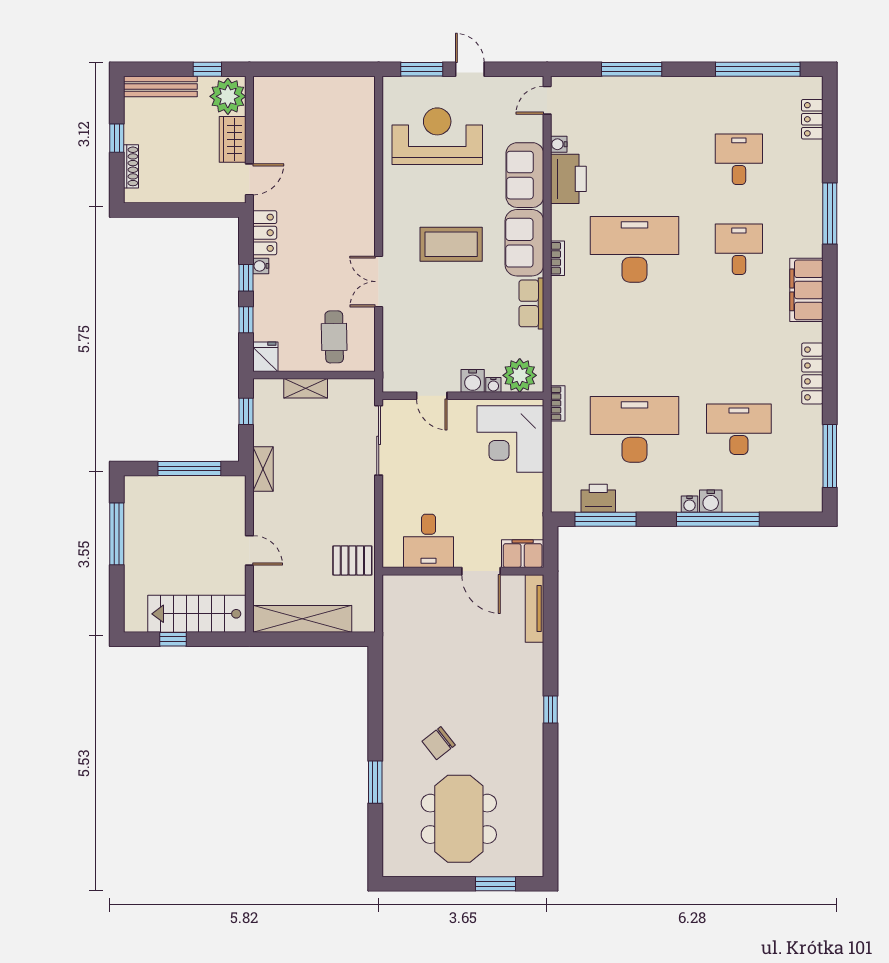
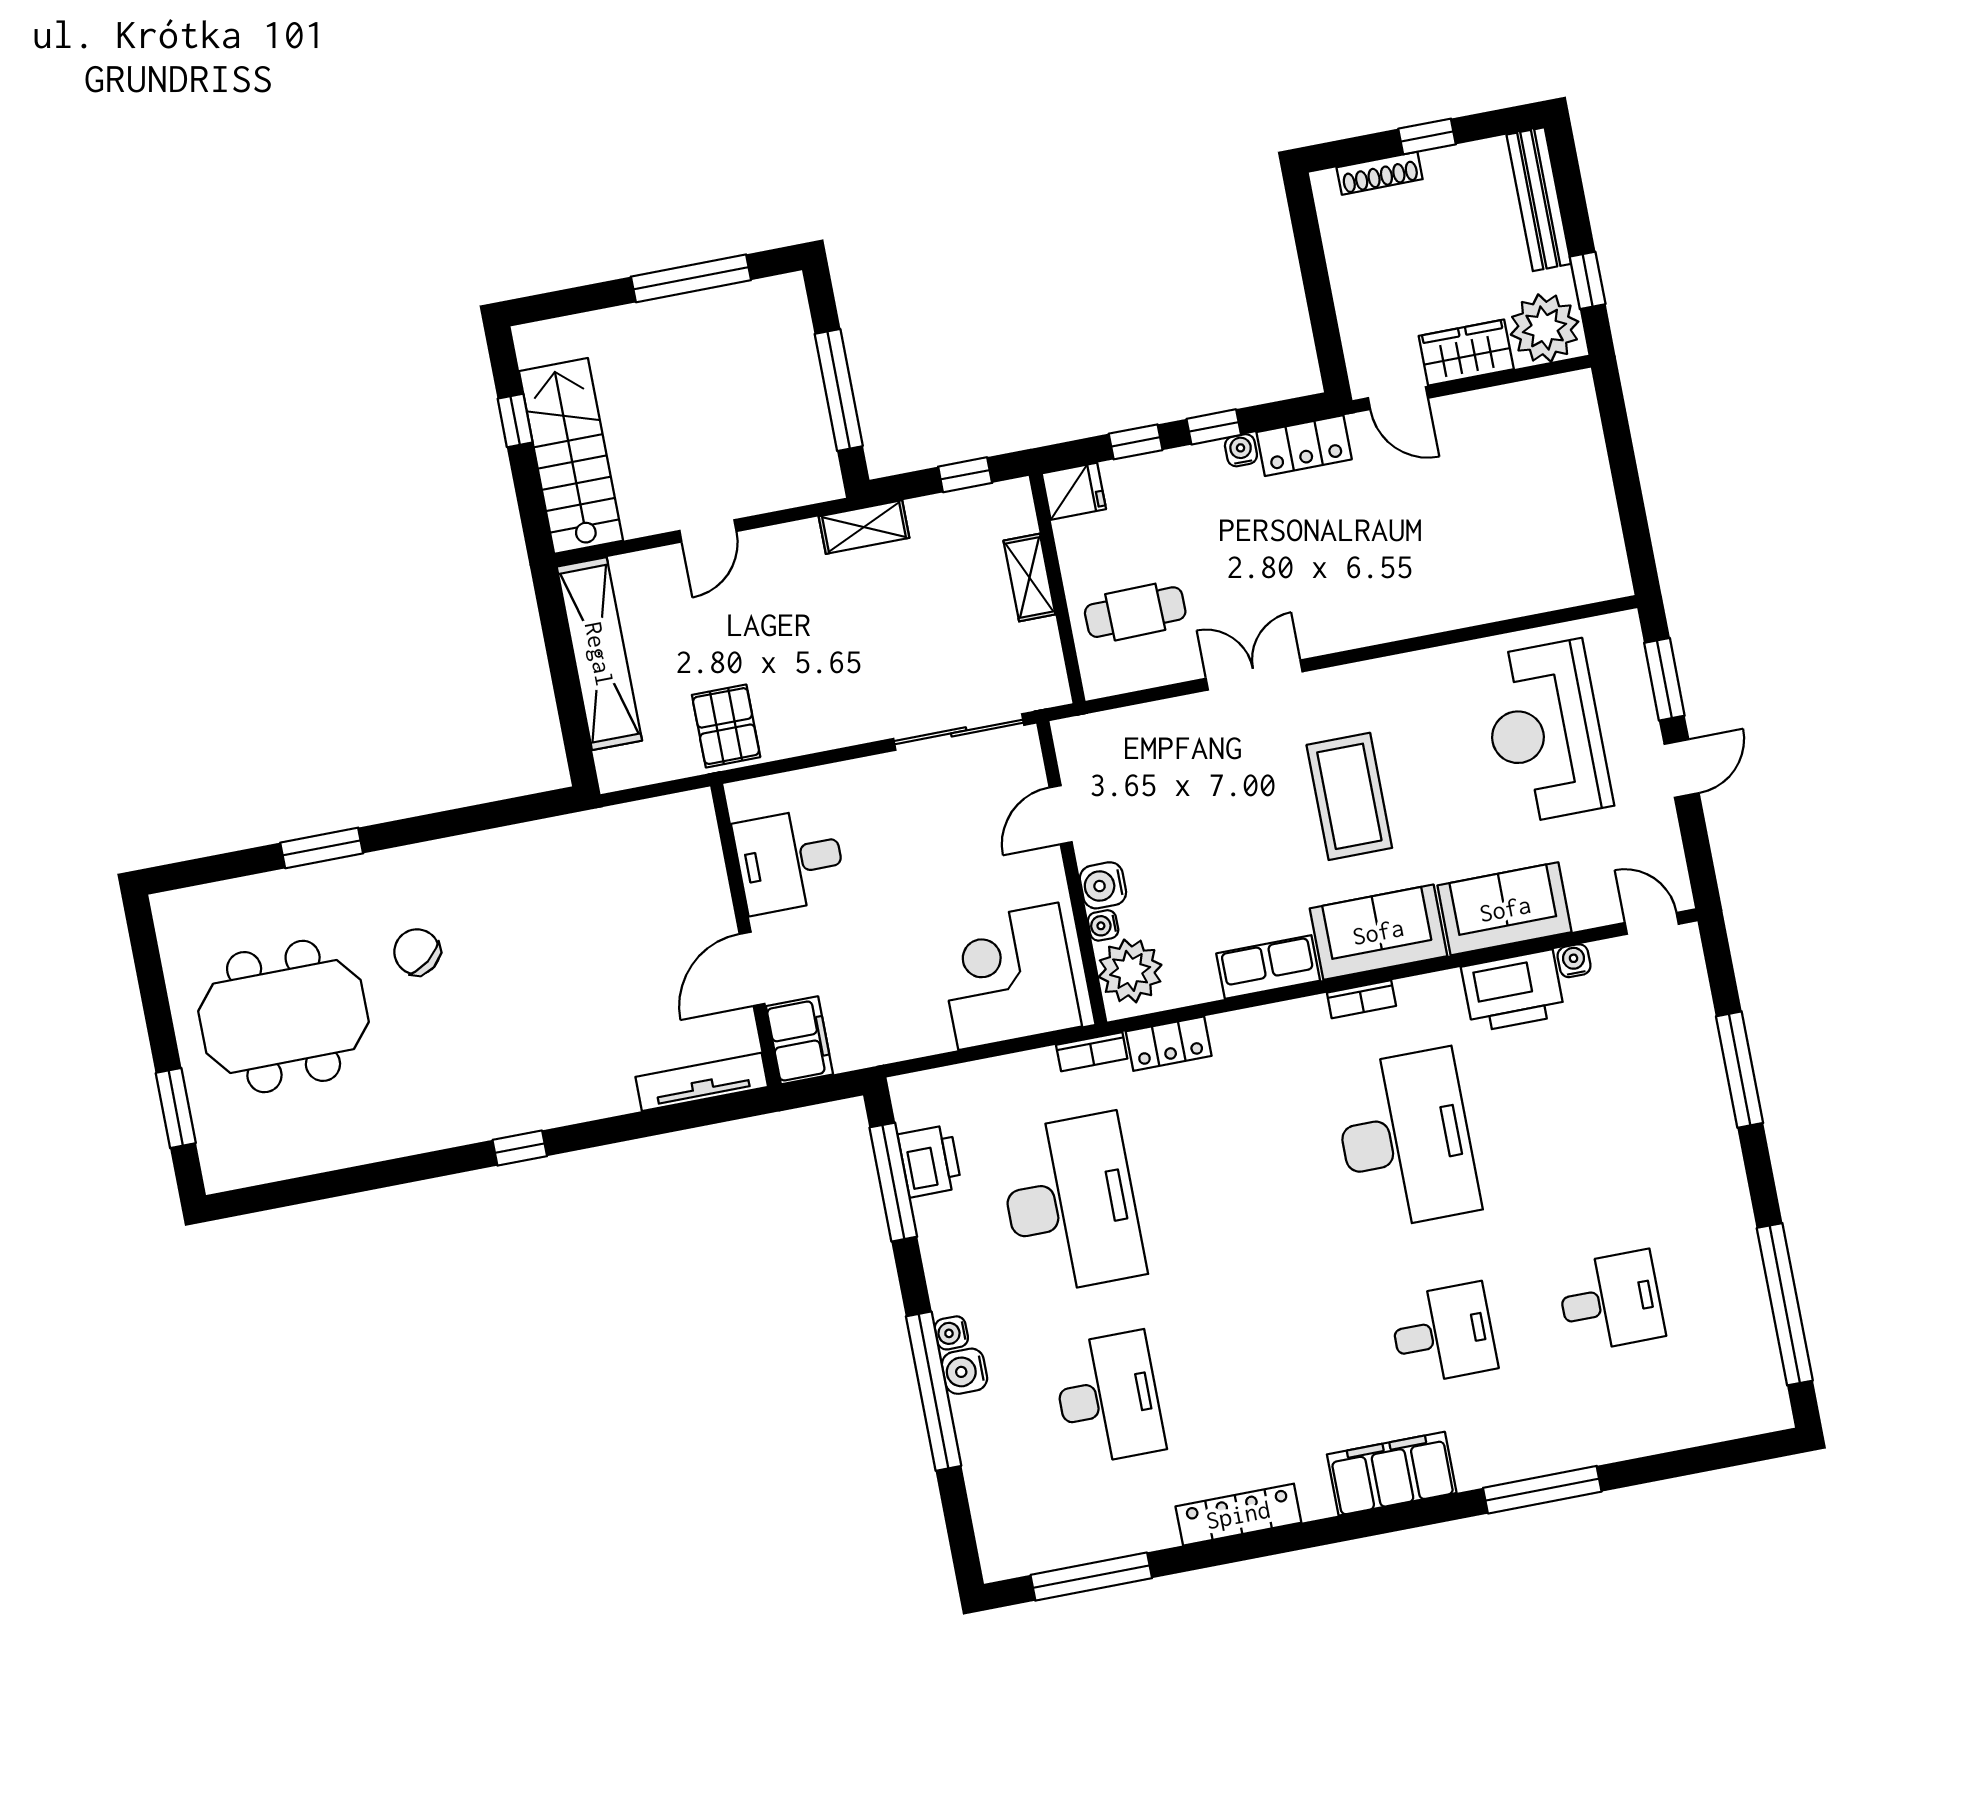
locker: (812, 119) -> (1169, 1044), moved, turned 180
reception desk: (437, 136) -> (1545, 732), turned 180

